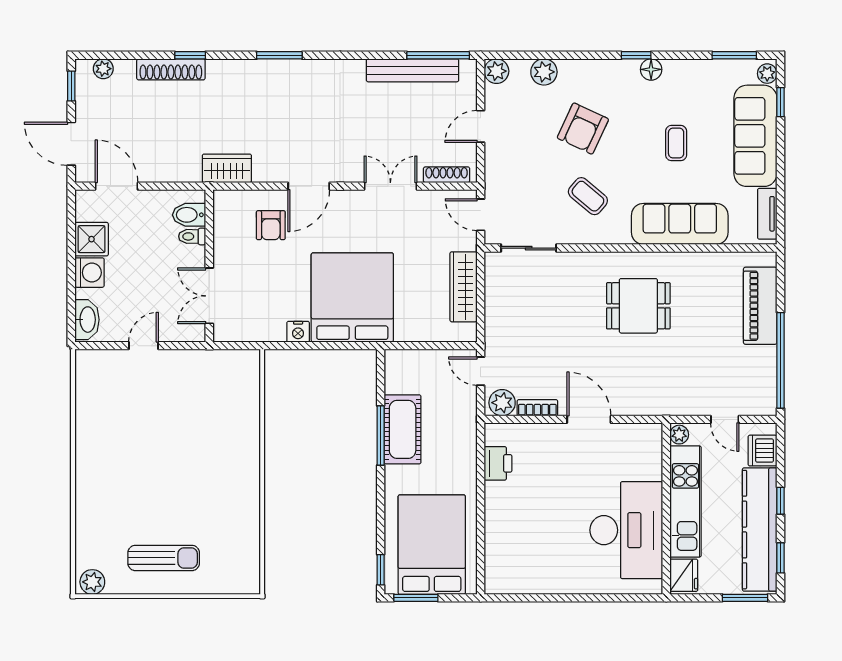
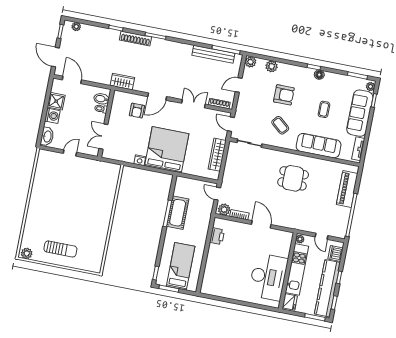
shoe rack: (171, 69) -> (135, 38), moved
armchair: (583, 129) -> (284, 95), turned -115
bed: (432, 545) -> (181, 266), width x0.67

